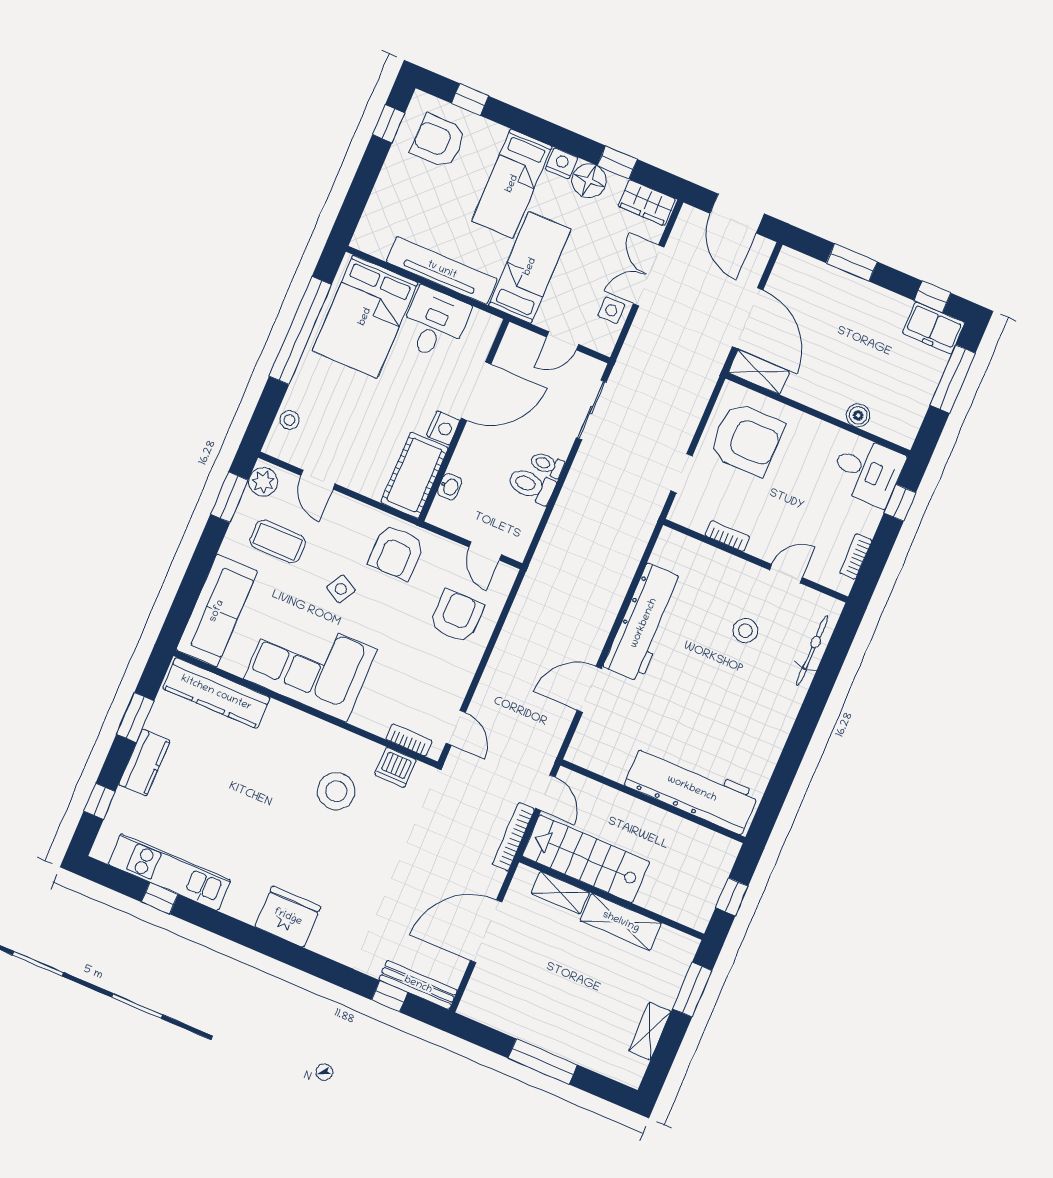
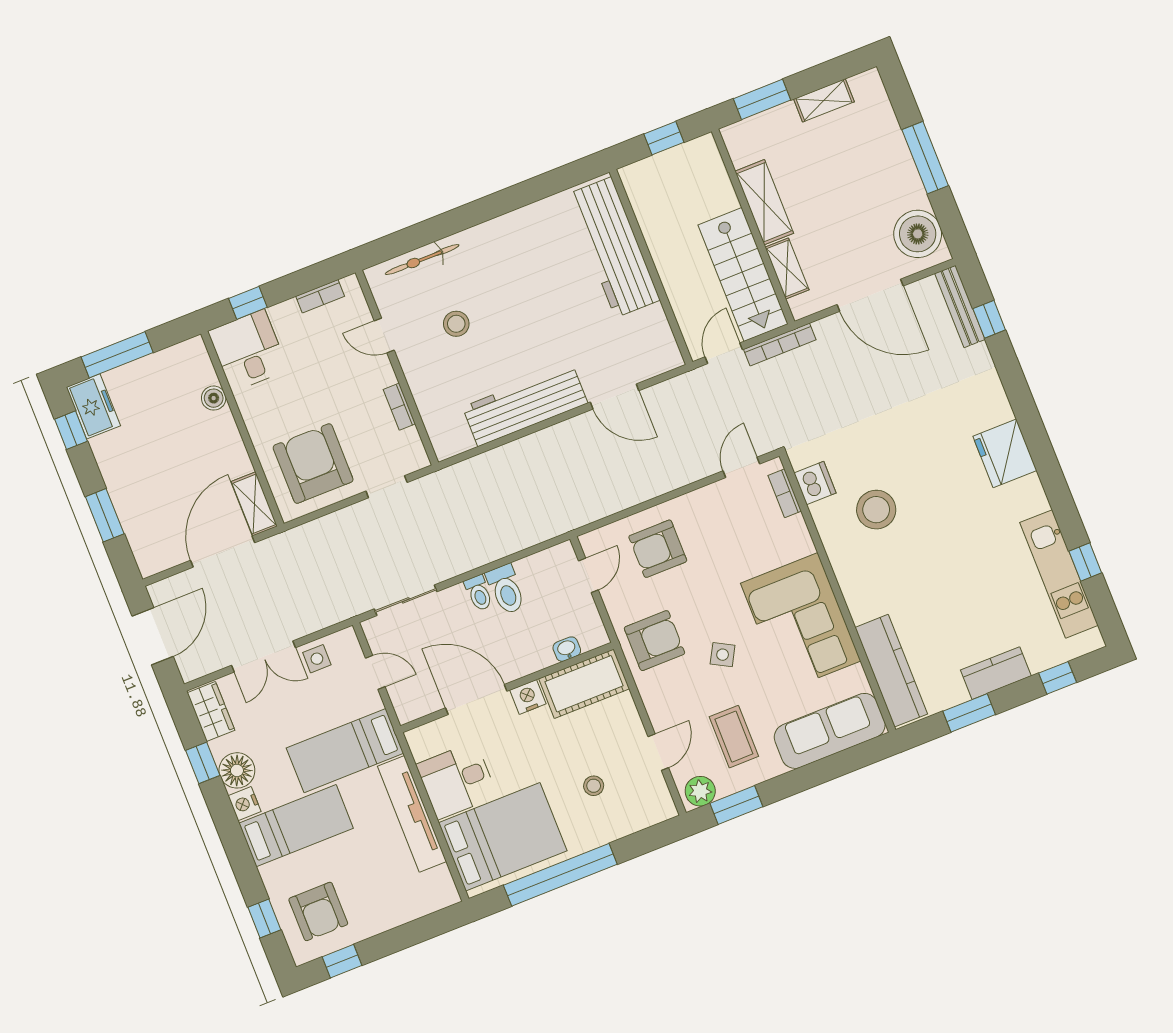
stool: (290, 420) -> (594, 786), moved
boiler: (496, 1005) -> (918, 234), added

